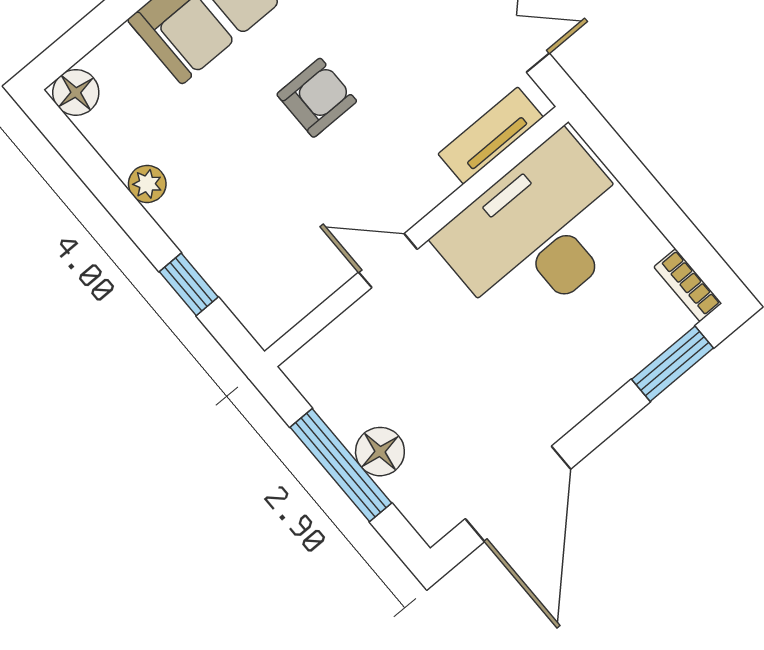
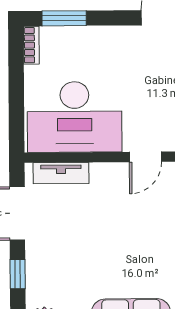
armchair: (317, 98) -> (119, 248), removed
door: (388, 261) -> (145, 157), hinge flipped

